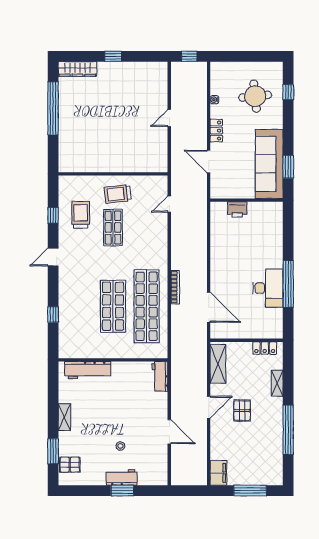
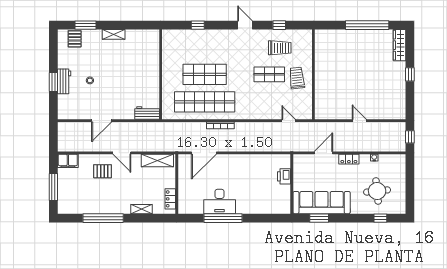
workbench: (88, 370) -> (152, 53), removed
pallet: (242, 411) -> (102, 171), moved

